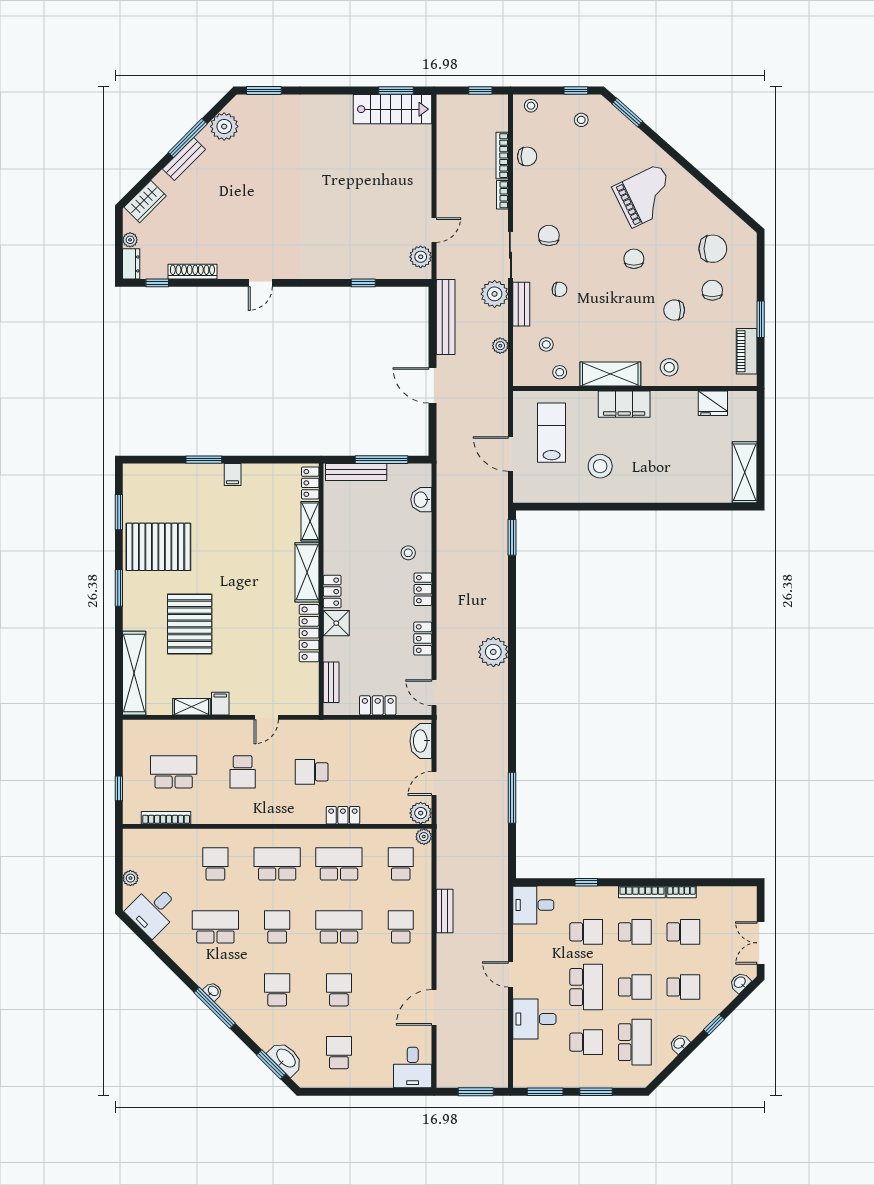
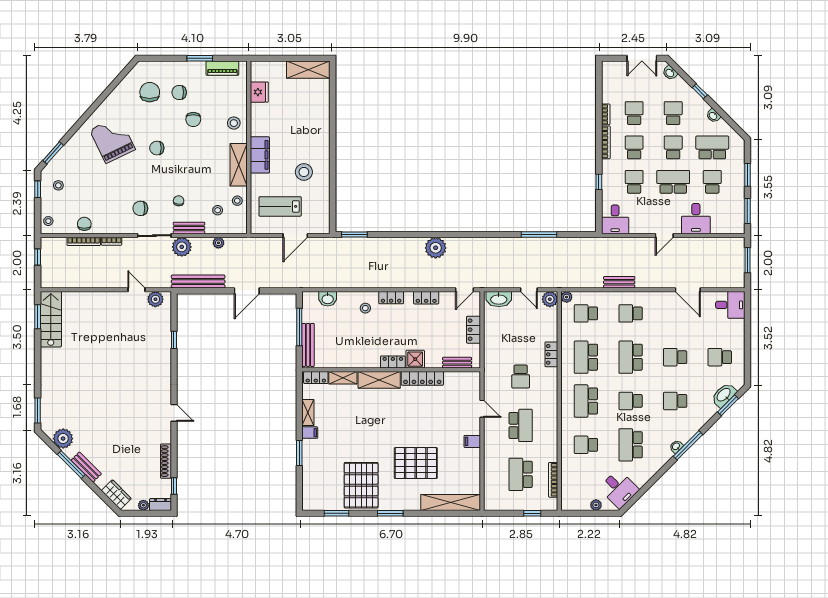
shelving: (191, 707) -> (308, 412), moved
school desk: (243, 772) -> (521, 425), width x1.85

